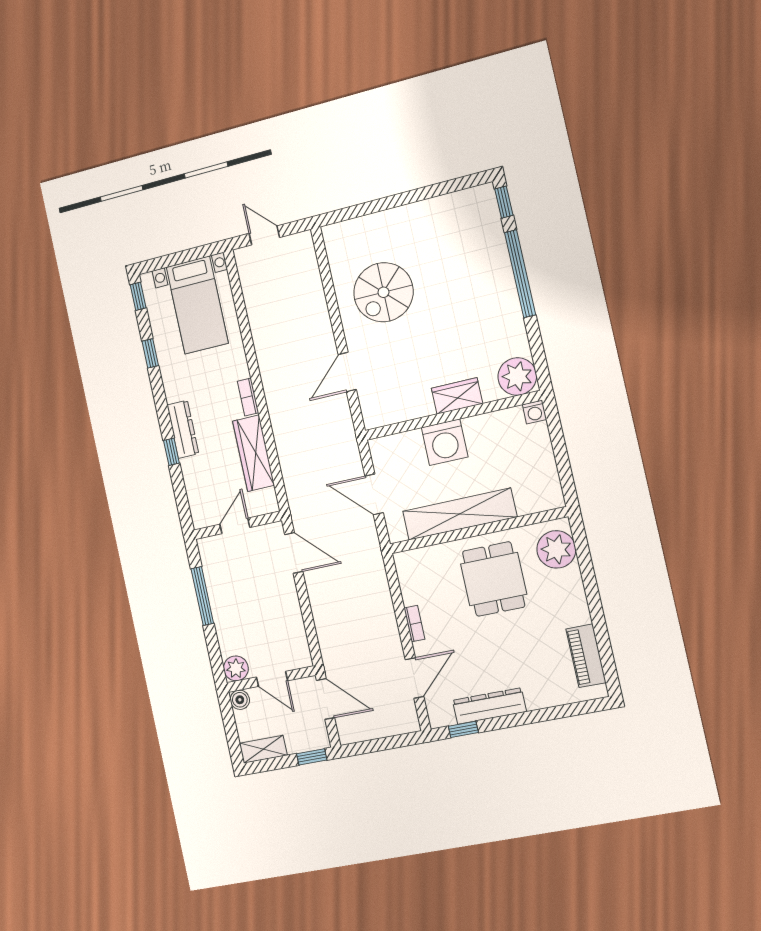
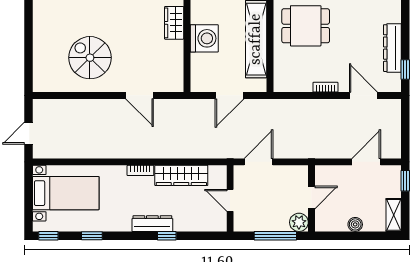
spiral stairs: (383, 292) -> (90, 58), turned 180
plant: (236, 668) -> (299, 222), moved
wall: (271, 679) -> (311, 198), moved
door: (272, 679) -> (311, 198), moved

